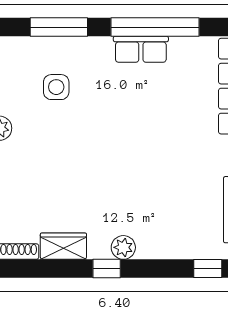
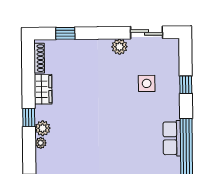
window: (59, 27) -> (186, 85), width x0.46
plant: (146, 251) -> (41, 143), added

